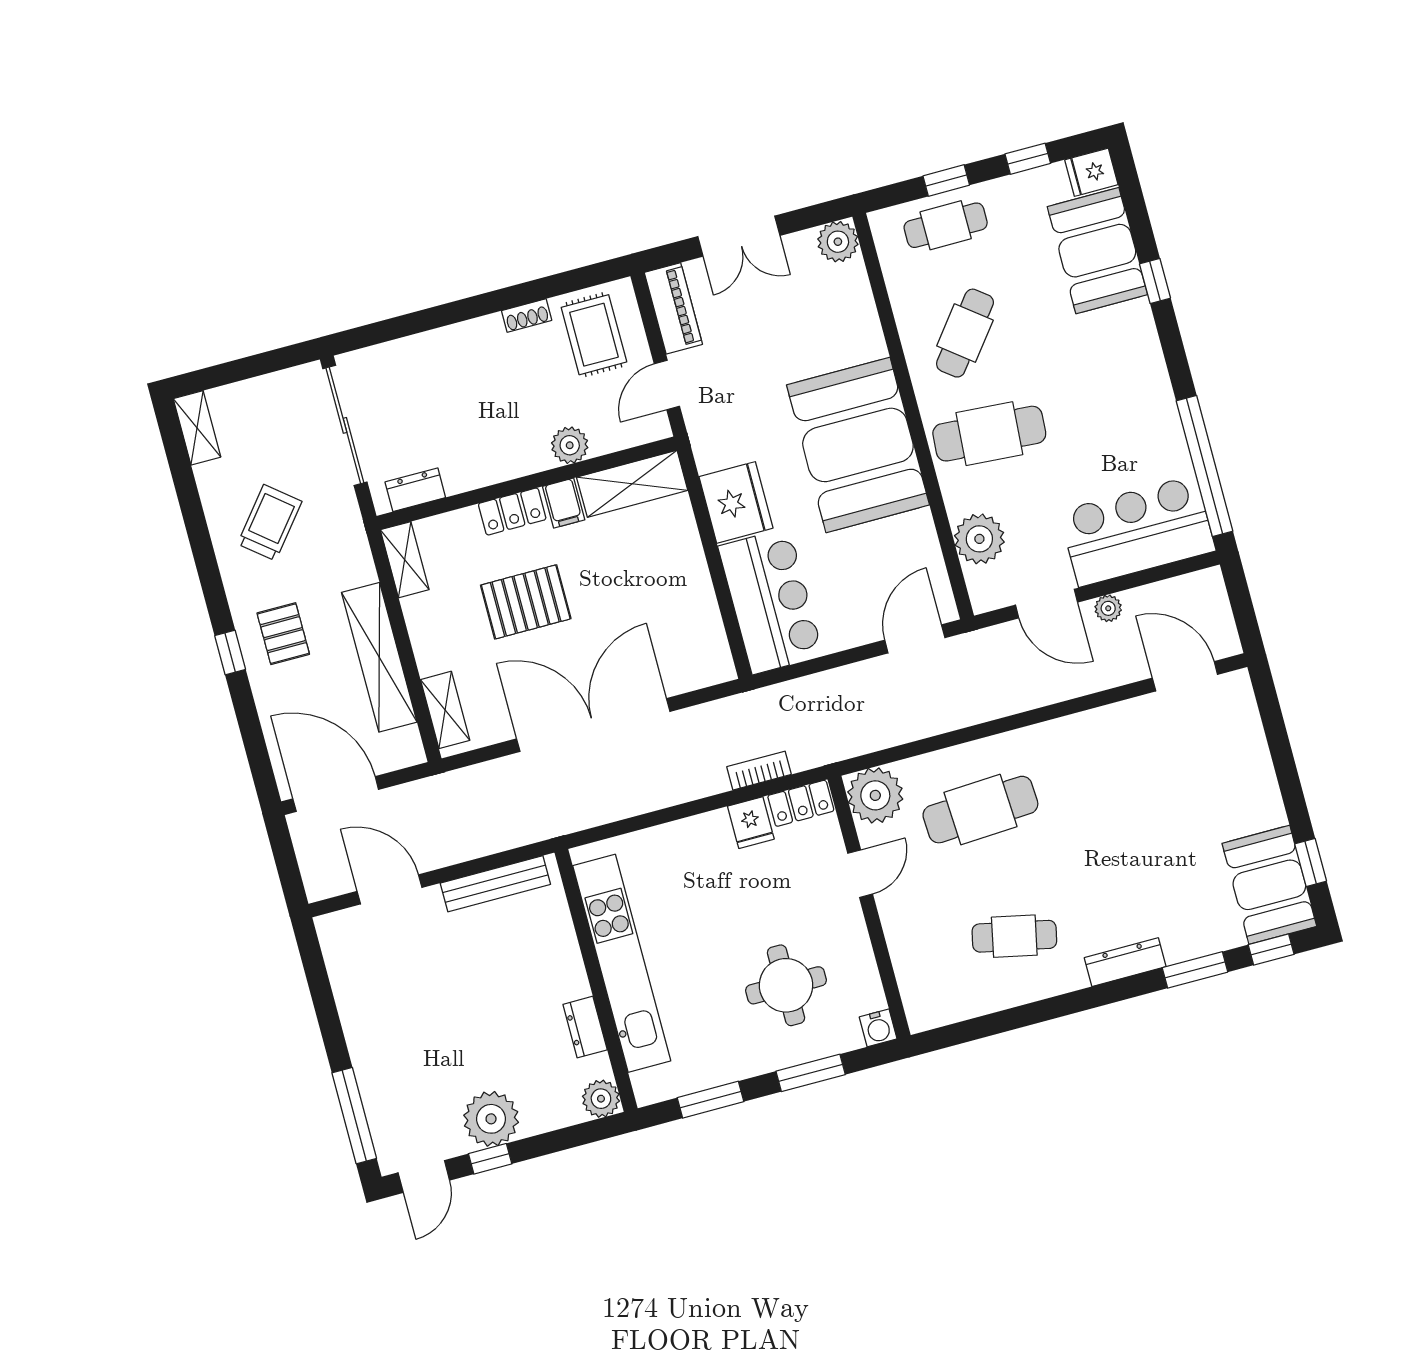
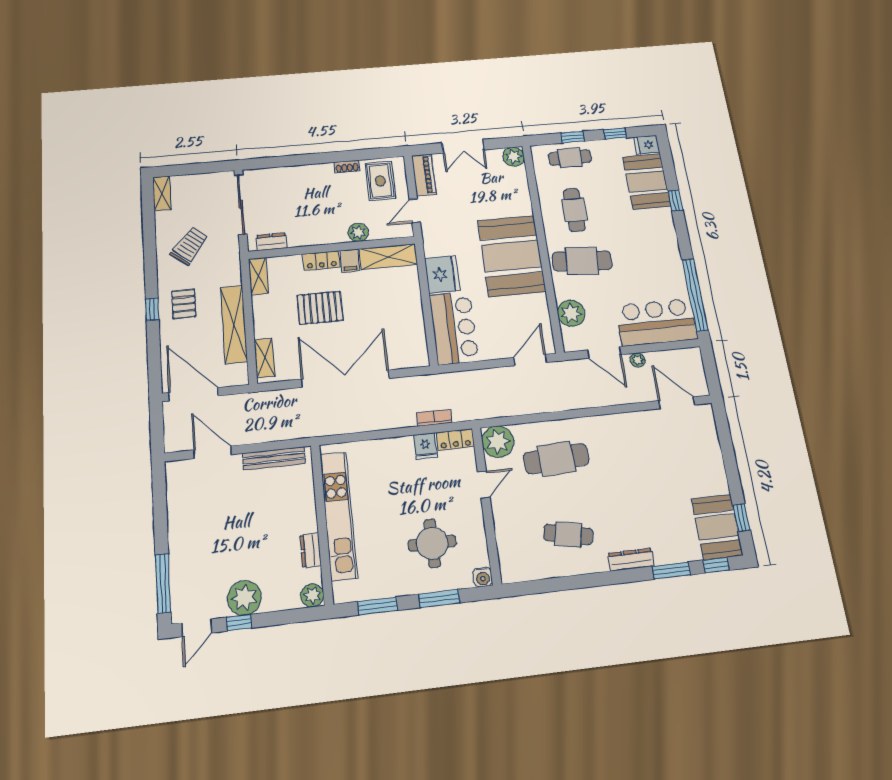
cafe table: (965, 333) -> (574, 210), turned -38

